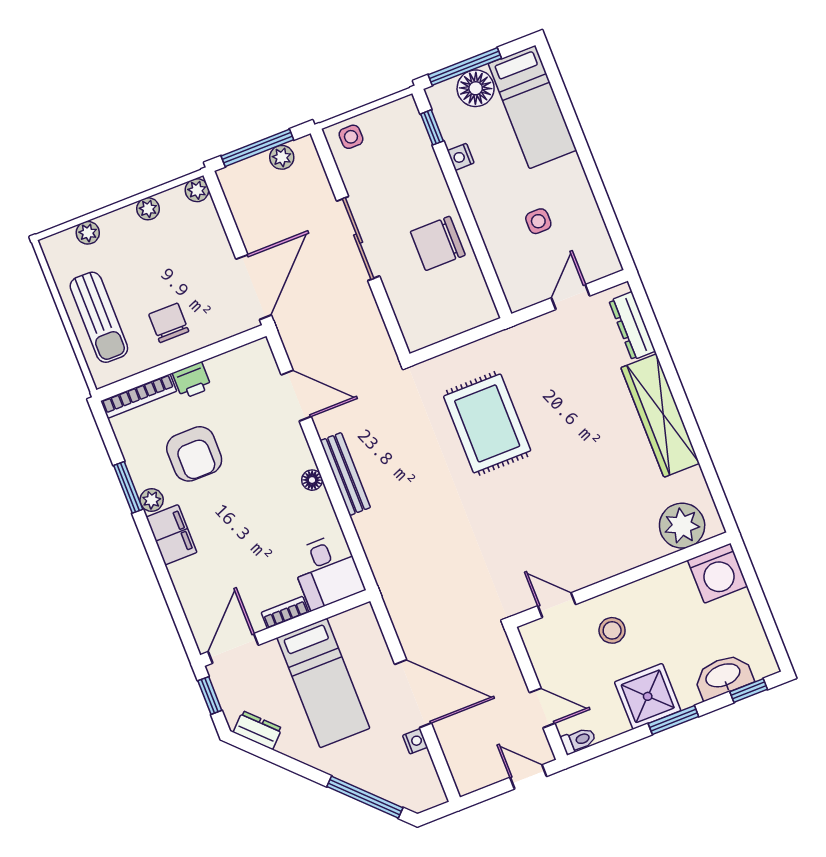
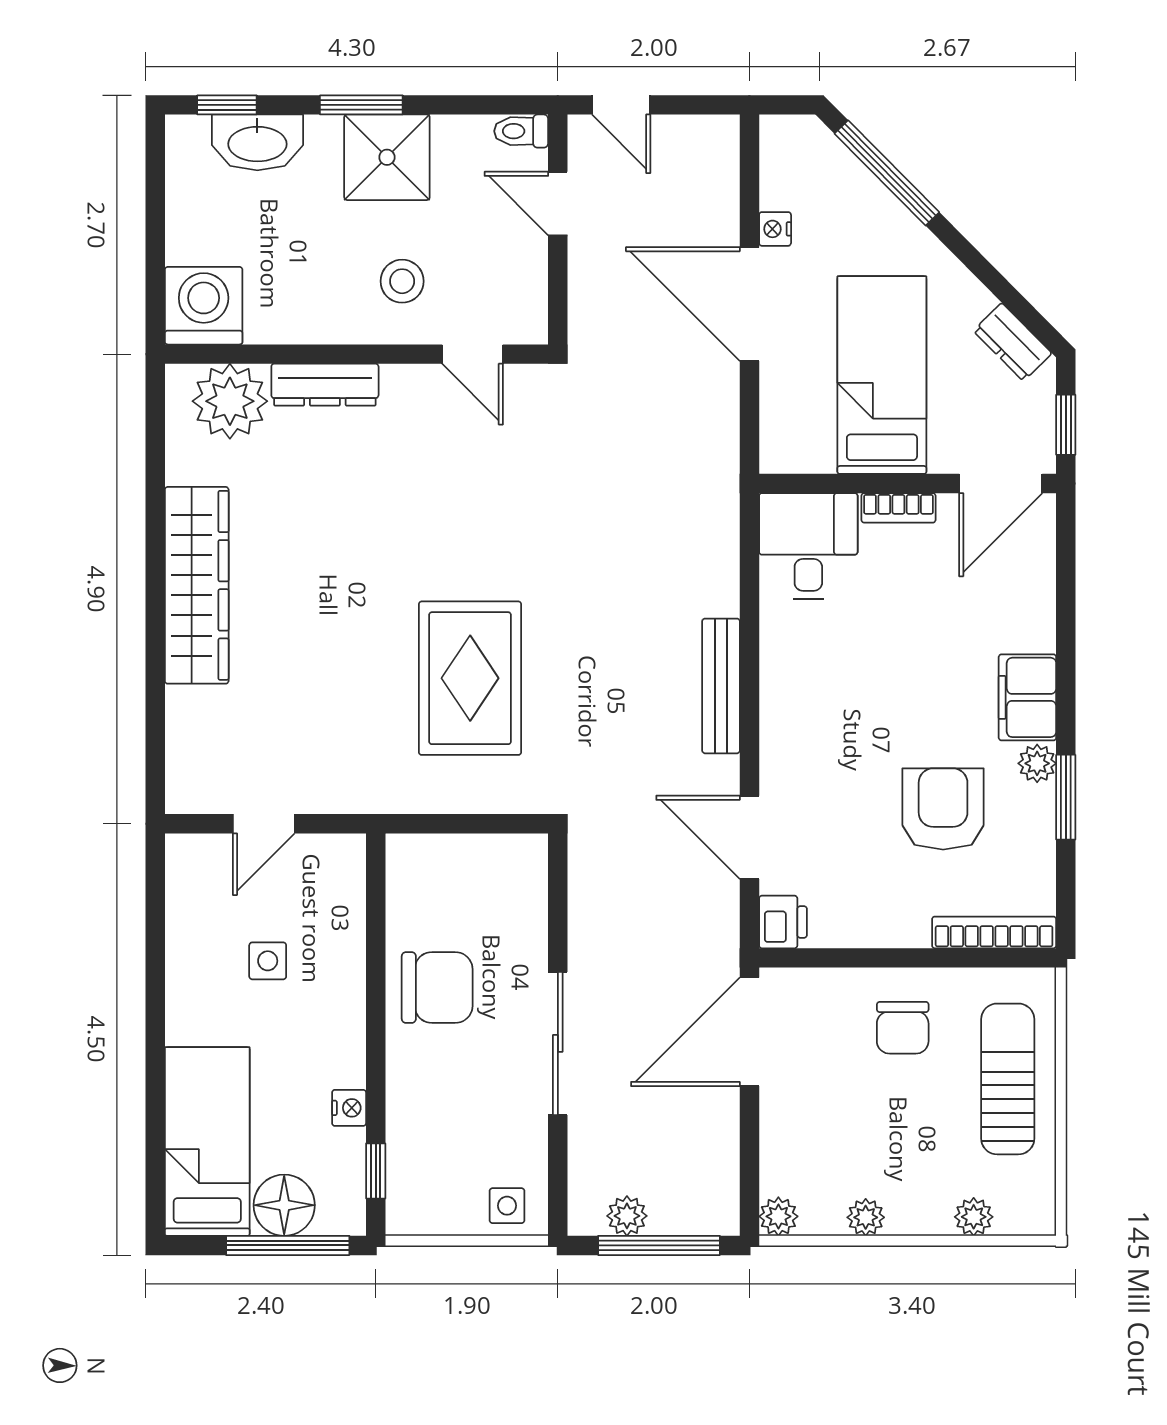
dresser: (632, 326) -> (325, 385), moved, turned 90
printer: (192, 380) -> (783, 922), moved, turned 90
floor lamp: (312, 480) -> (776, 697), removed

